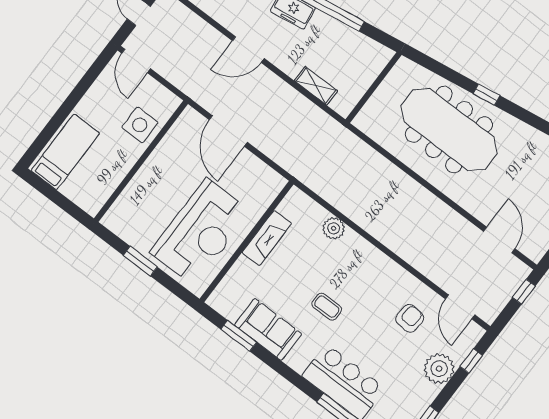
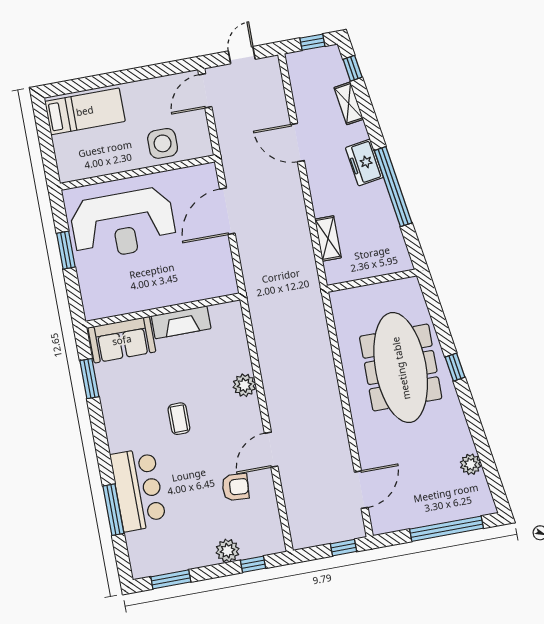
door: (248, 50) -> (298, 143), moved
plant: (334, 228) -> (244, 385), moved
reception desk: (200, 232) -> (123, 224), moved
door: (460, 307) -> (271, 450), moved
sofa: (268, 329) -> (122, 340), moved, turned 90
plant: (439, 369) -> (227, 551), width x0.73, depth x0.73

